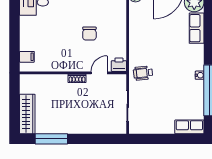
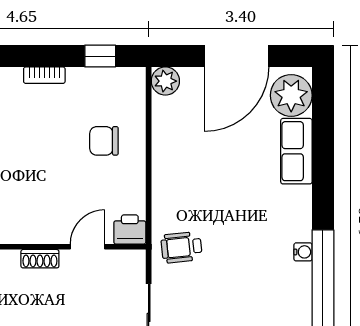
chair: (89, 34) -> (104, 141), moved, turned 90

